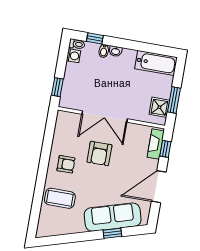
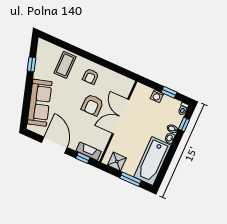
washing machine: (74, 56) -> (157, 96), moved
bathtub: (156, 63) -> (152, 161), width x1.36, depth x1.36
window: (57, 87) -> (169, 92), moved
window: (174, 100) -> (131, 179), moved
armchair: (99, 154) -> (92, 105), turned -90
window: (112, 233) -> (32, 64), moved

